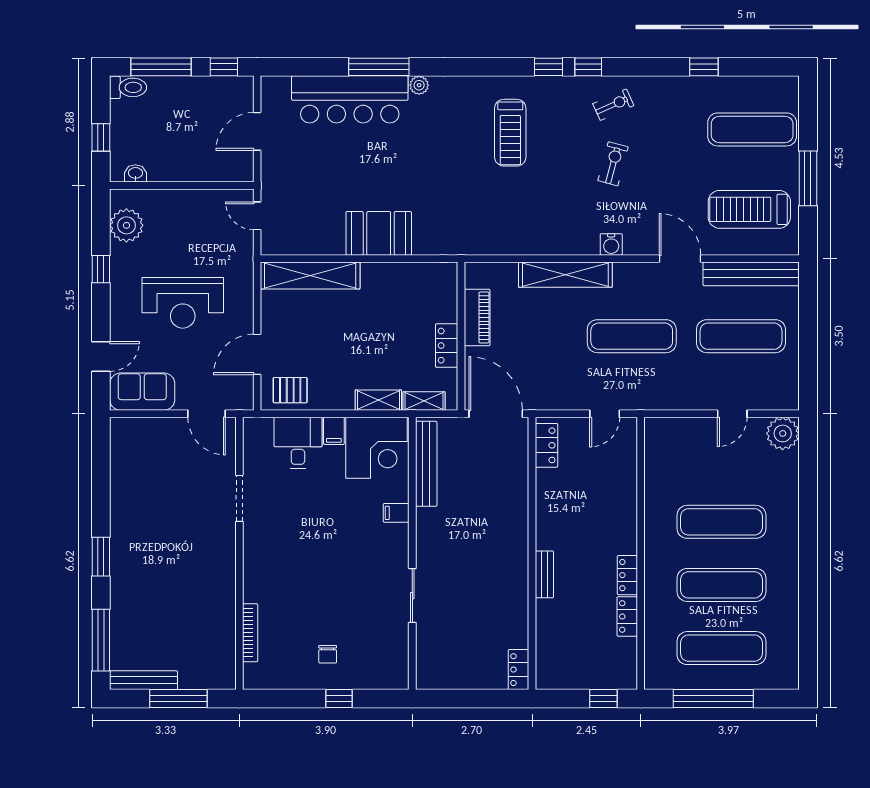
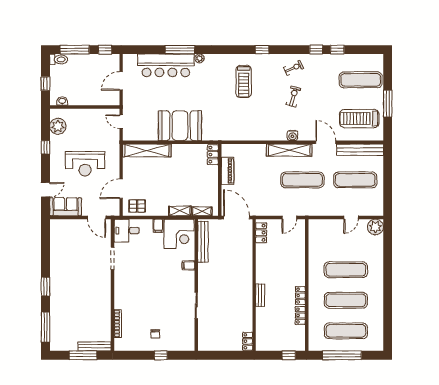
window: (588, 67) -> (316, 50), moved
booth: (379, 233) -> (180, 126), width x1.36, depth x1.42
shelving: (565, 275) -> (289, 150), moved
locker: (447, 346) -> (213, 155), moved
desk: (298, 443) -> (127, 231), moved, turned -90
bench: (144, 680) -> (95, 346), moved

